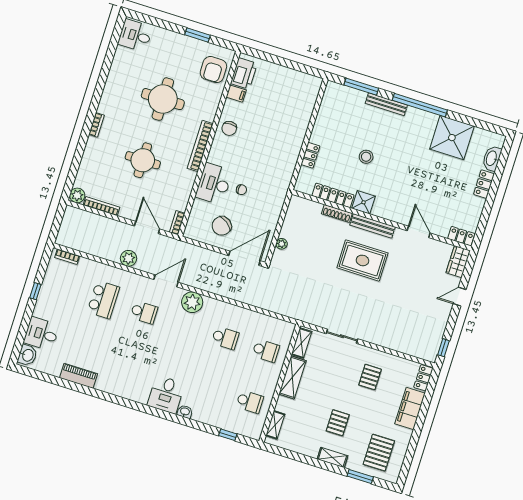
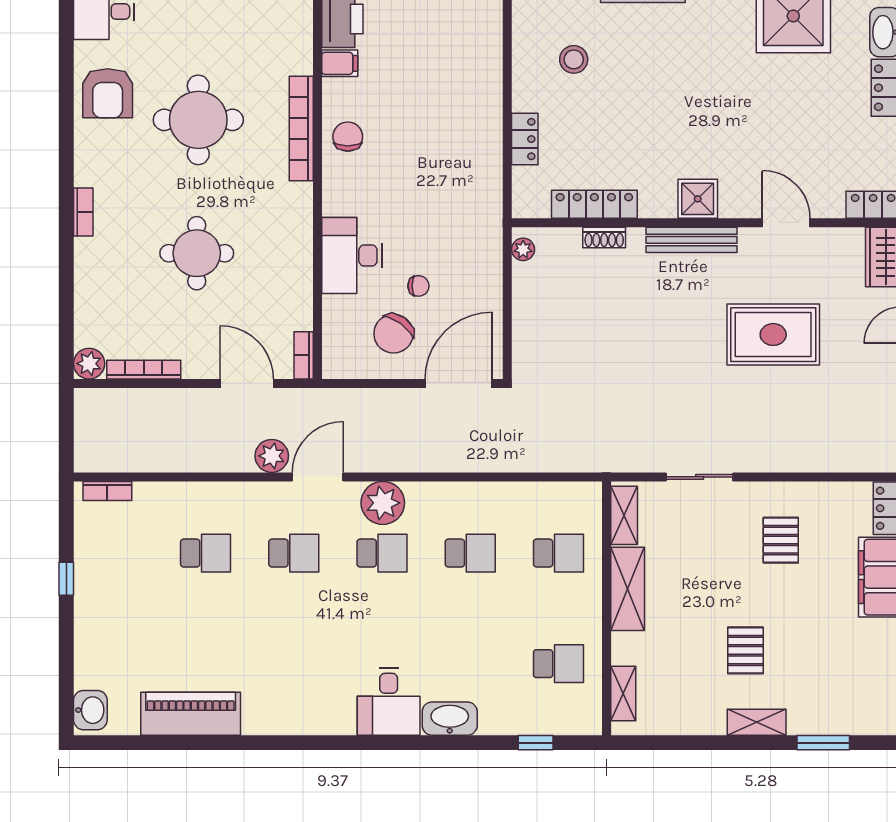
armchair: (213, 70) -> (108, 93), moved
chair: (229, 128) -> (348, 137), turned 180
bookcase: (200, 146) -> (301, 128), moved
stool: (366, 157) -> (574, 59), moved
chair: (241, 190) -> (418, 286), moved
shower: (364, 202) -> (698, 199), moved
shoe rack: (337, 213) -> (604, 238), width x0.70
plant: (282, 244) -> (523, 249), moved
plant: (128, 258) -> (272, 456), moved
rug: (362, 260) -> (773, 335), moved
school desk: (103, 300) -> (206, 553), width x0.54
school desk: (185, 325) -> (382, 553), added
desk: (41, 334) -> (105, 659), removed
piano: (78, 376) -> (191, 714), width x1.37, depth x1.33
washbasin: (185, 412) -> (450, 719), width x1.91, depth x1.45
pallet: (379, 453) -> (845, 684), removed

